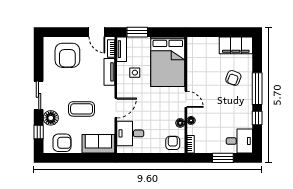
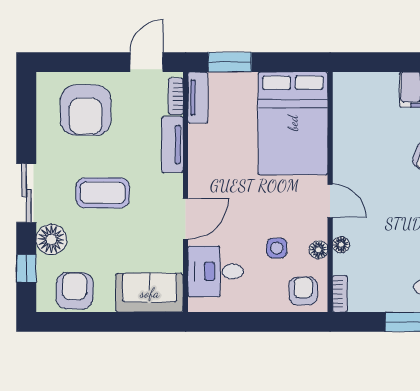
door: (97, 32) -> (147, 62), swing flipped
side table: (135, 73) -> (277, 248), moved
coffee table: (82, 109) -> (103, 193), moved
armchair: (62, 143) -> (75, 291), turned -90

